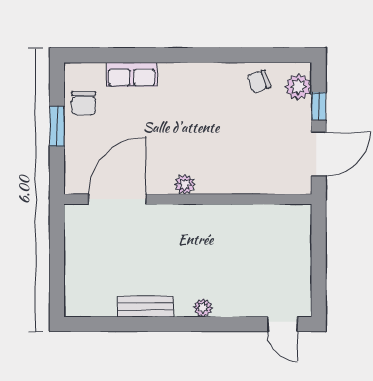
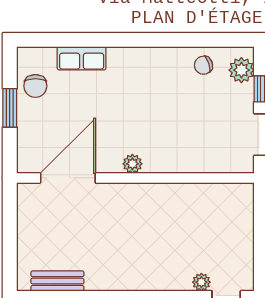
bench: (146, 306) -> (57, 281), moved
plant: (203, 308) -> (201, 282), moved

